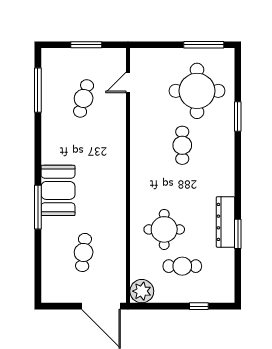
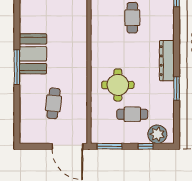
dresser: (225, 222) -> (167, 61), moved
plant: (142, 291) -> (157, 134), moved
window: (154, 306) -> (110, 146), added

